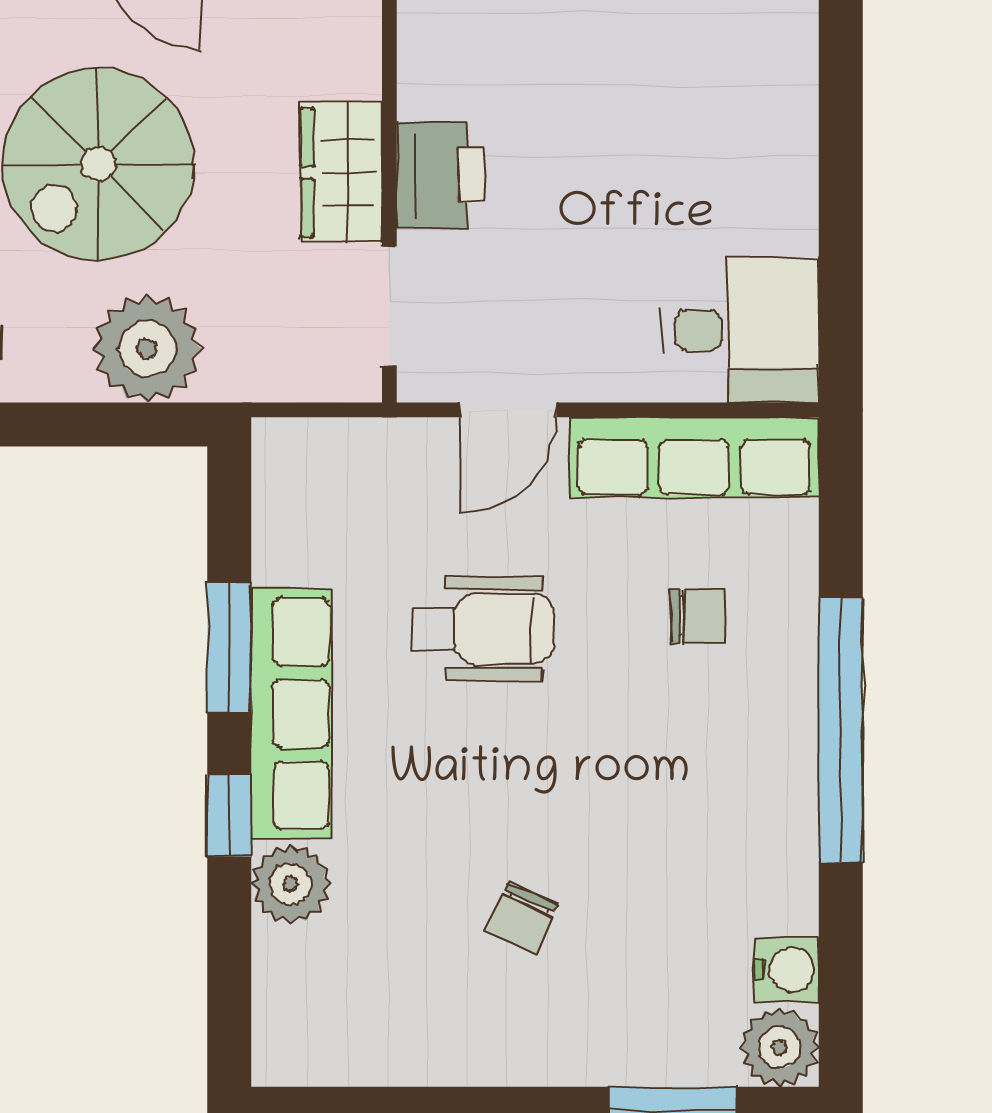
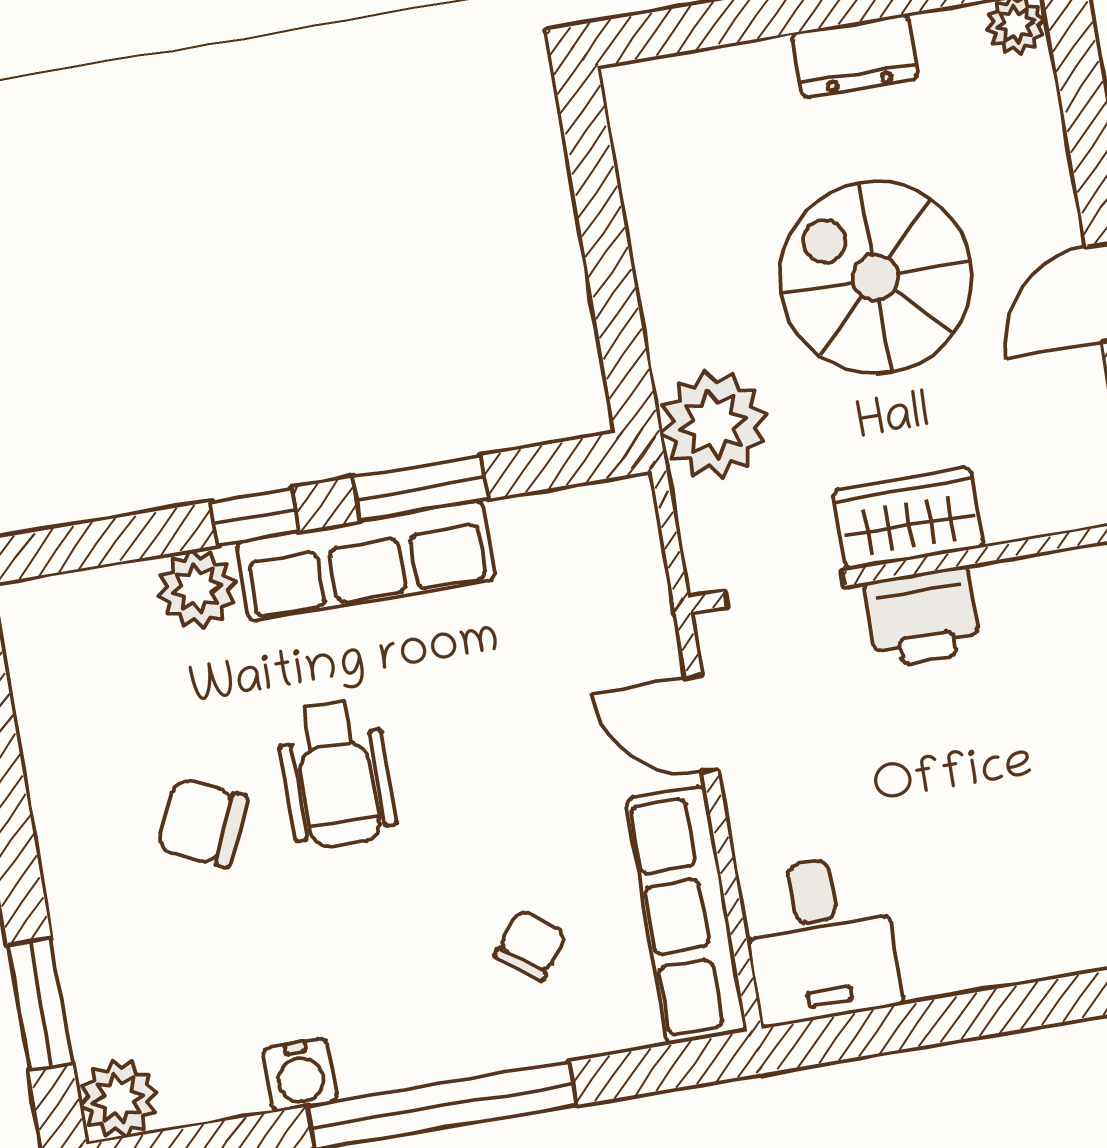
plant: (147, 349) -> (713, 424), moved
chair: (698, 616) -> (531, 945), turned -142
wheelchair: (483, 629) -> (336, 774), moved
chair: (522, 918) -> (202, 823), width x1.37, depth x1.37
water cooler: (786, 970) -> (300, 1075), moved

